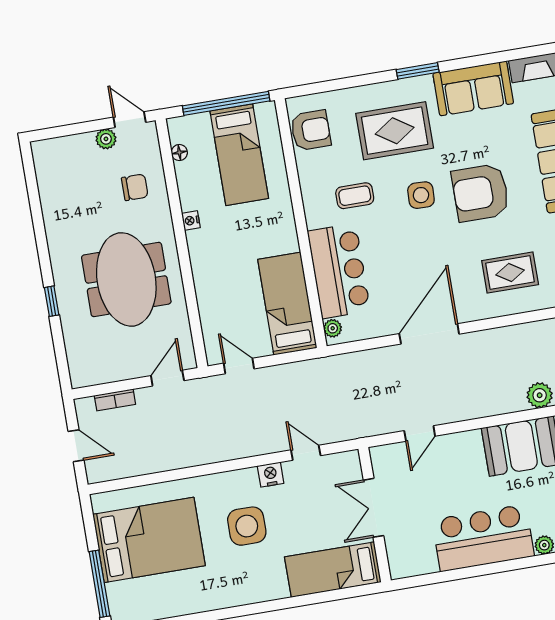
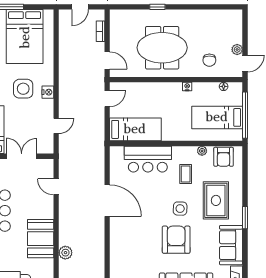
rug: (510, 273) -> (132, 248), removed
plant: (333, 328) -> (202, 151), moved
nightstand: (271, 475) -> (48, 92), moved

